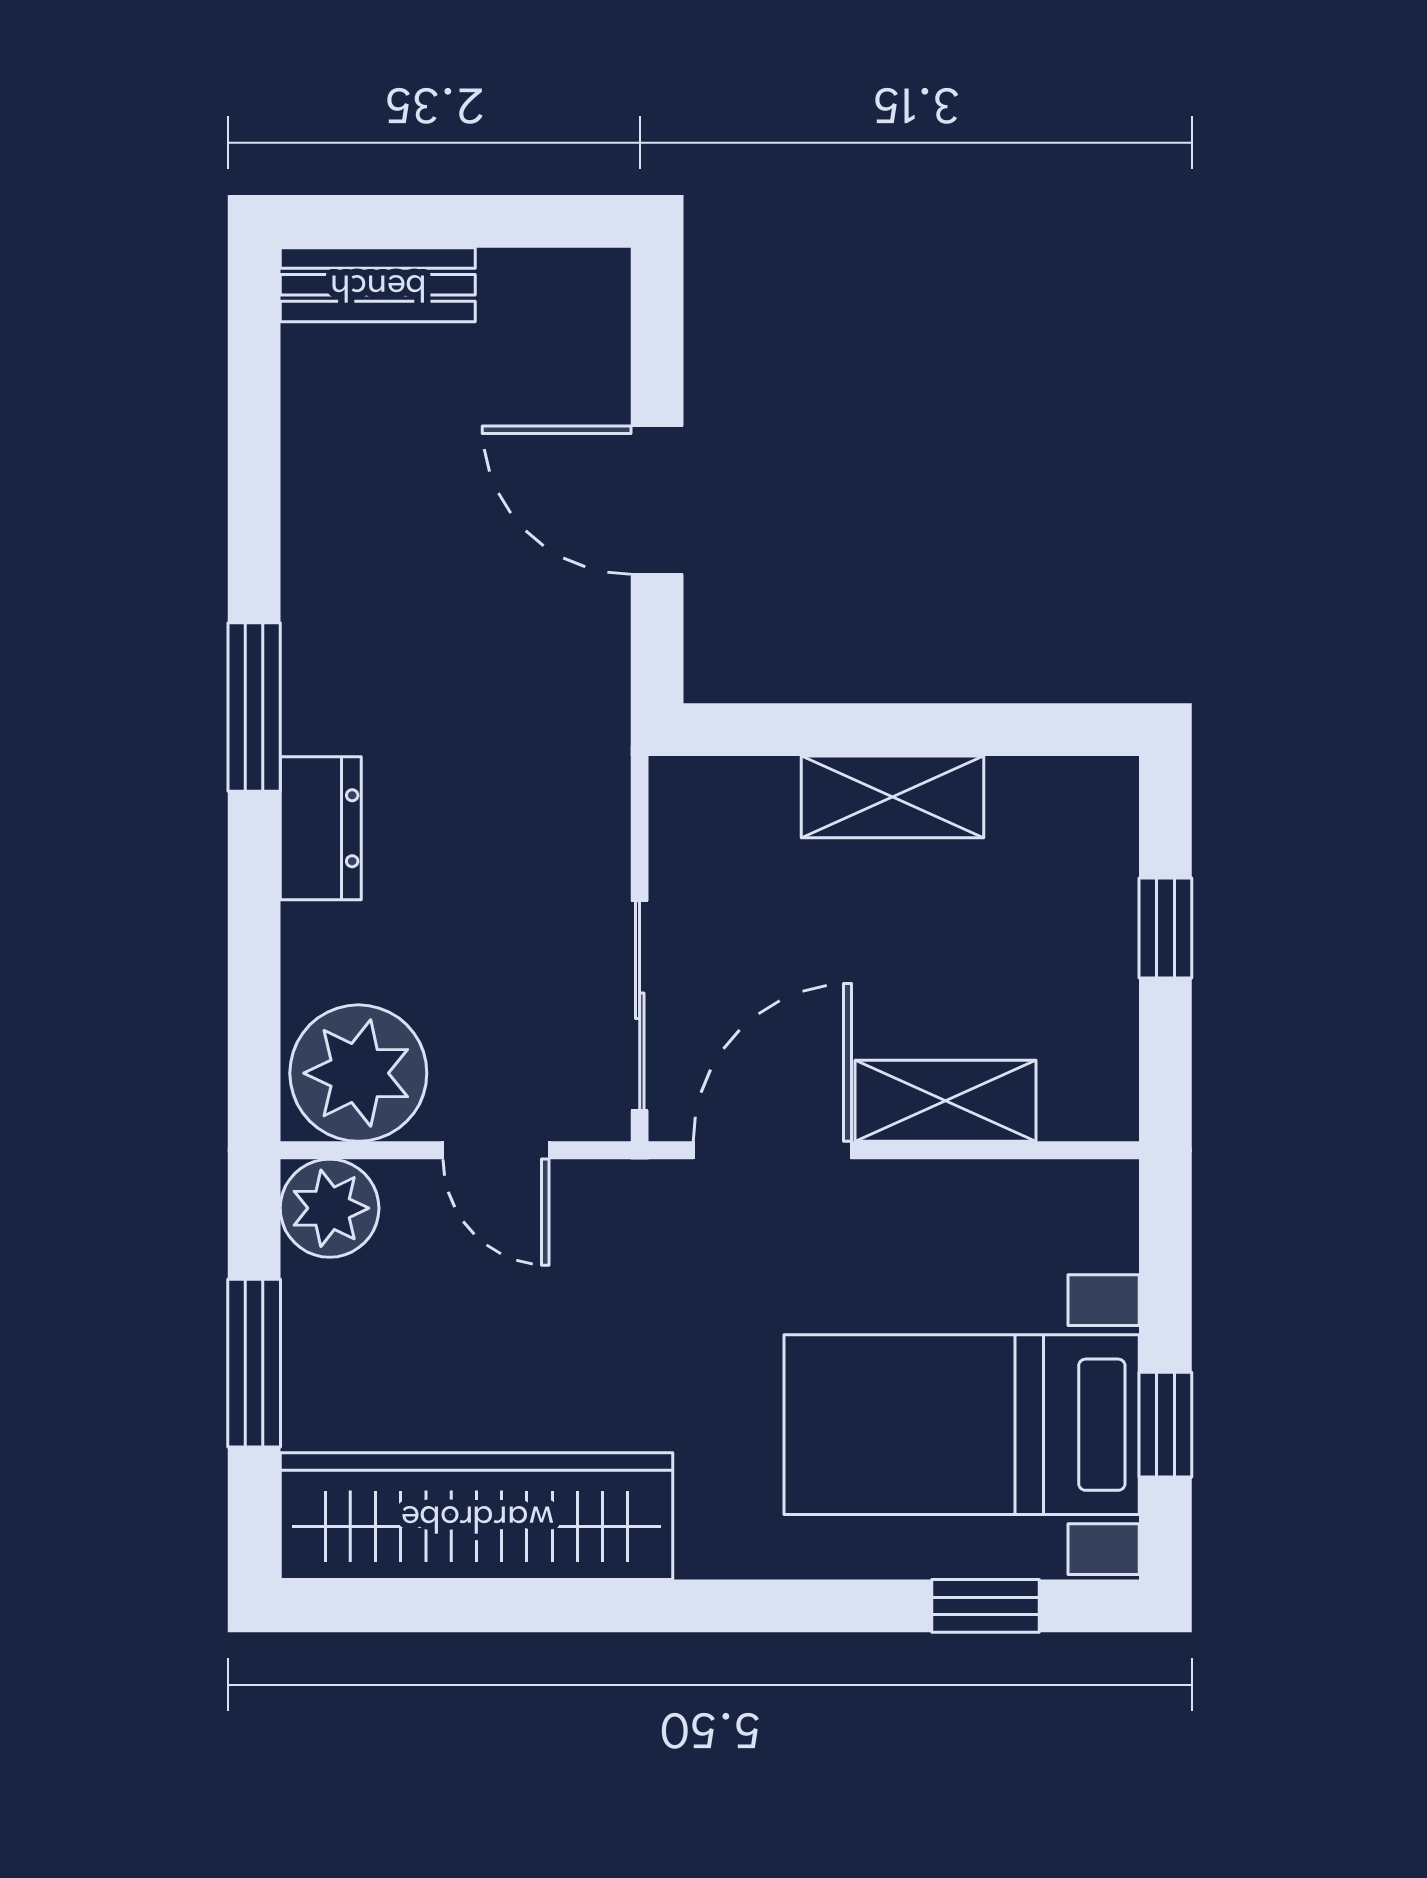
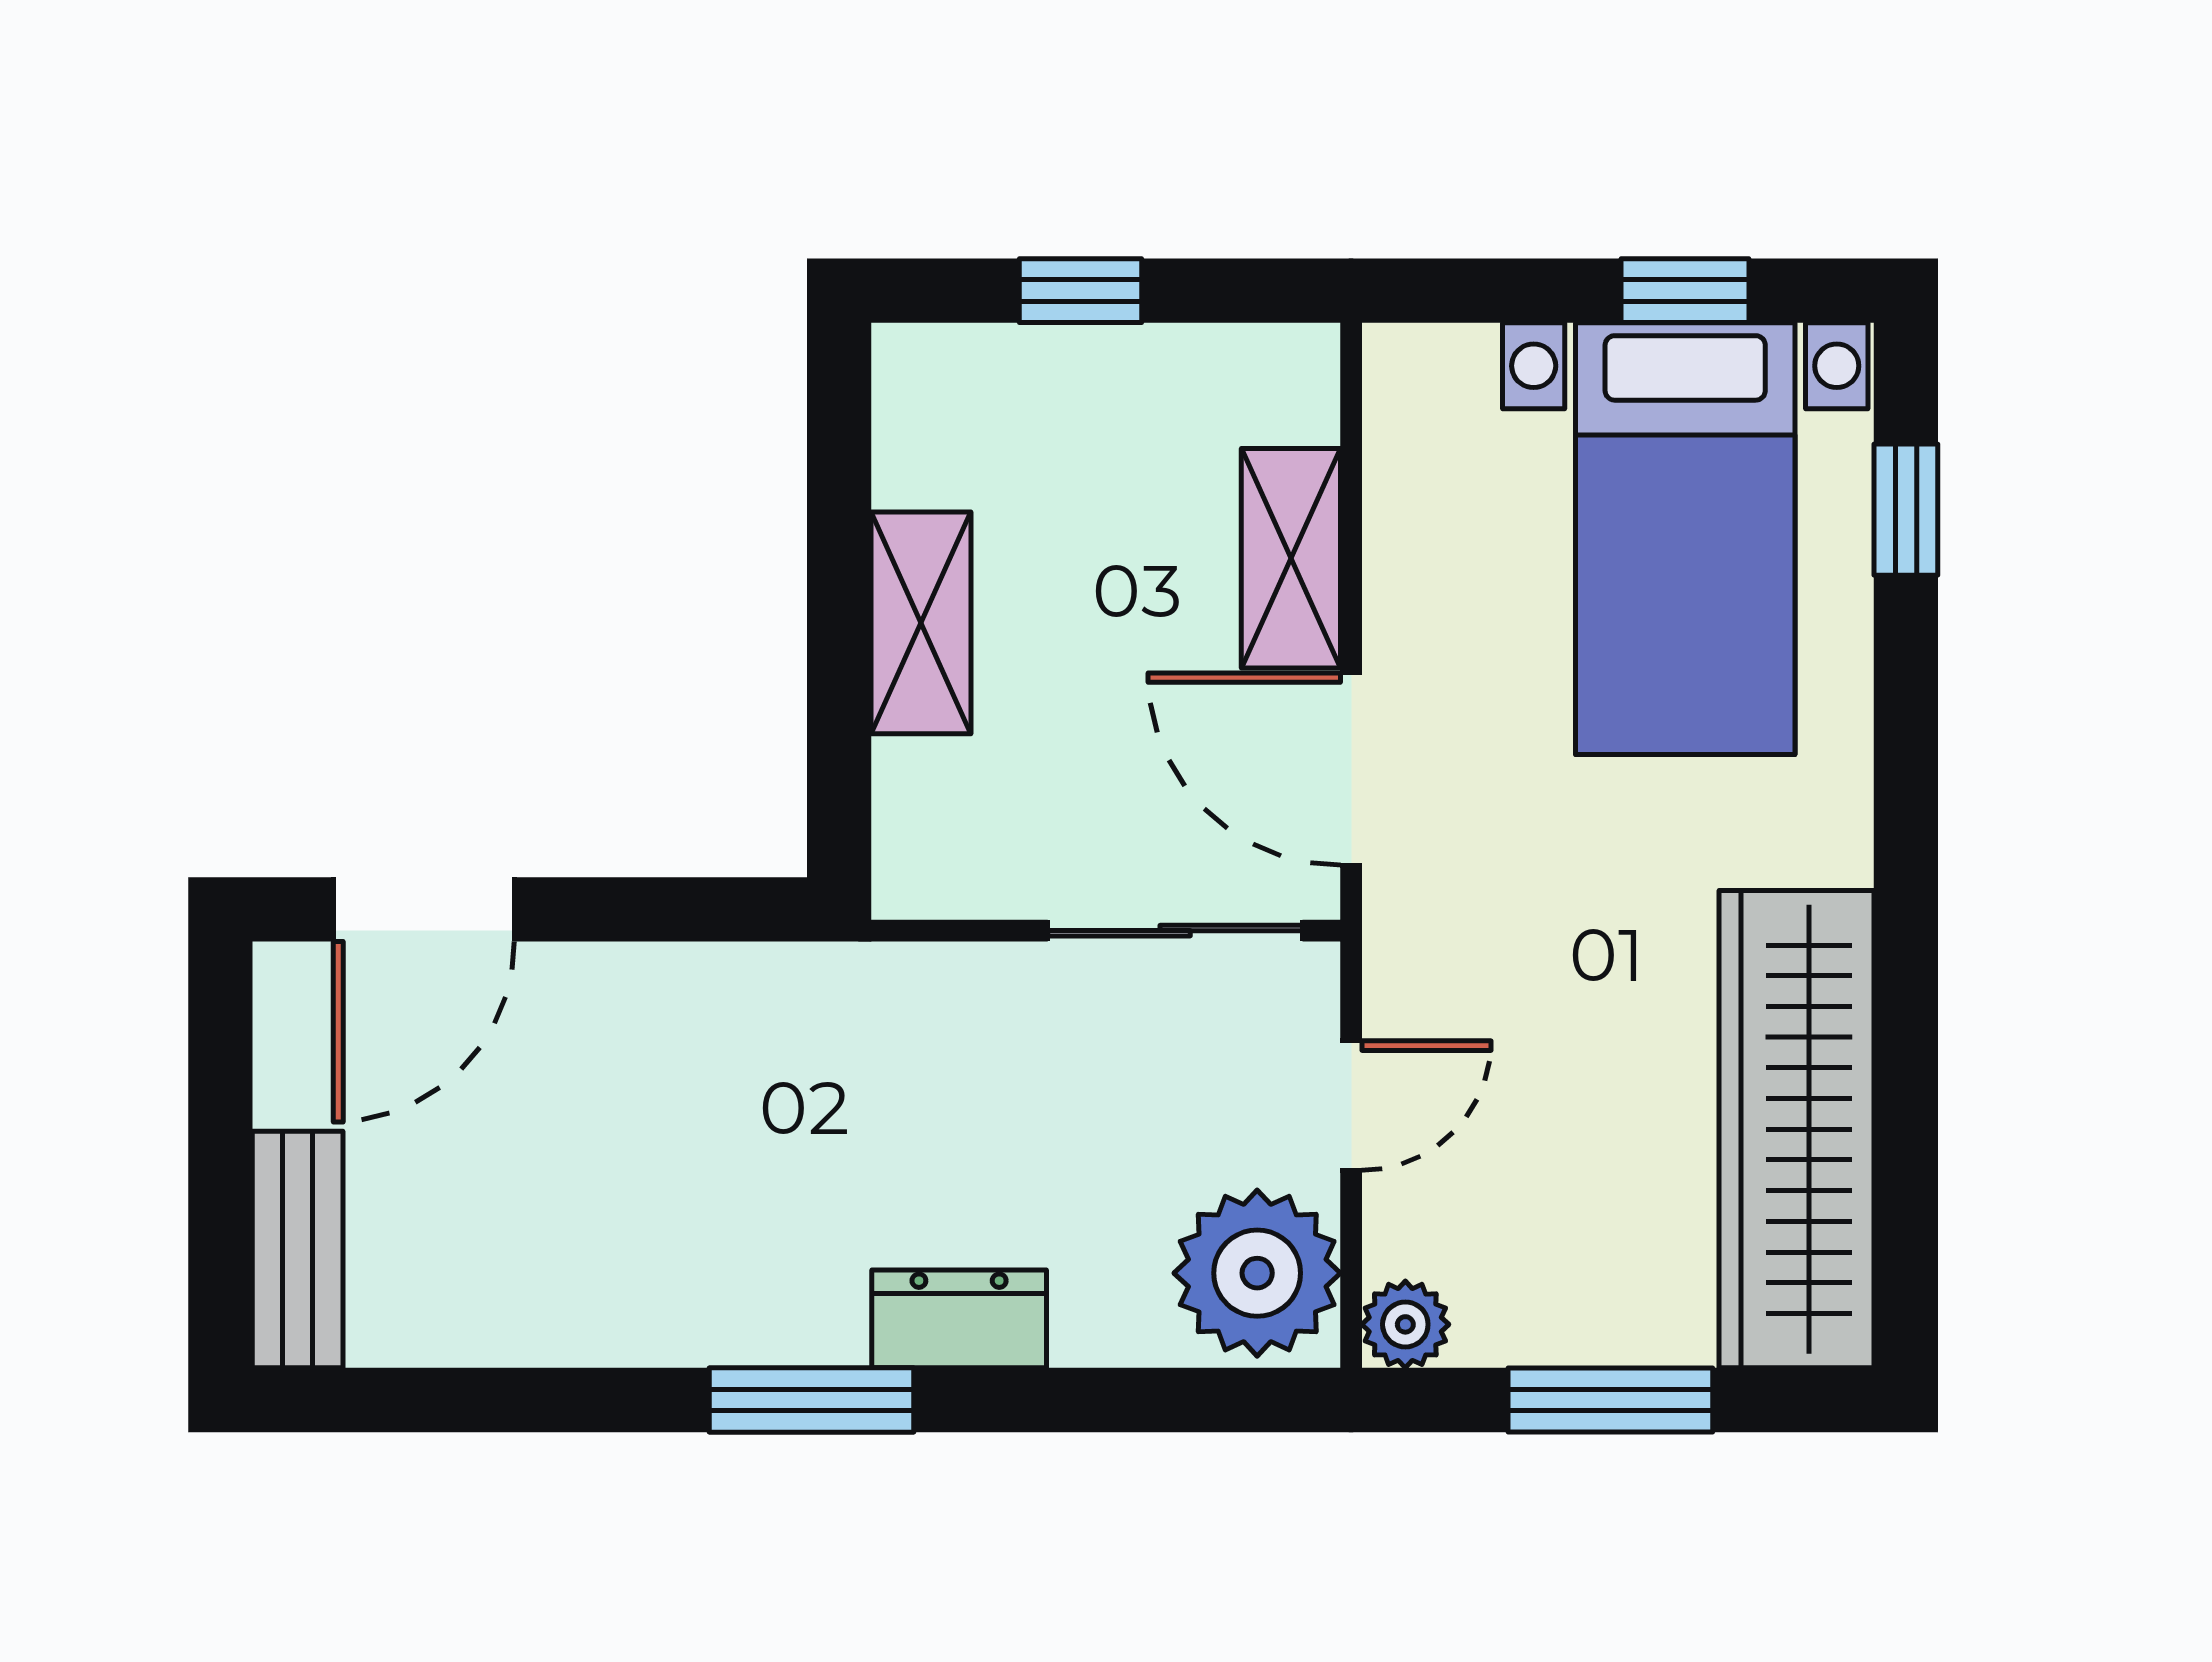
door: (657, 500) -> (424, 909), moved
plant: (330, 1208) -> (1405, 1324), width x0.73, depth x0.73

